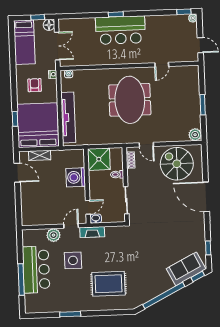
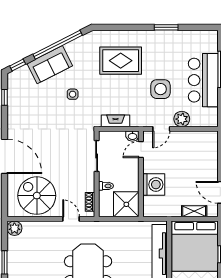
spiral stairs: (177, 164) -> (37, 196), turned 180
fireplace: (92, 232) -> (116, 121), moved
side table: (149, 253) -> (73, 94), added
sofa: (186, 269) -> (50, 65), moved

